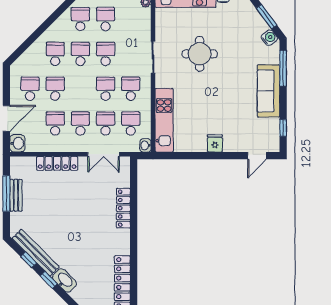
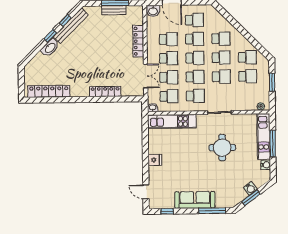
water cooler: (269, 38) -> (250, 188), moved
school desk: (80, 89) -> (195, 58), added
double door: (104, 154) -> (146, 76), swing flipped

